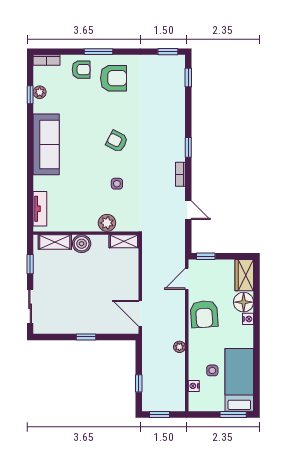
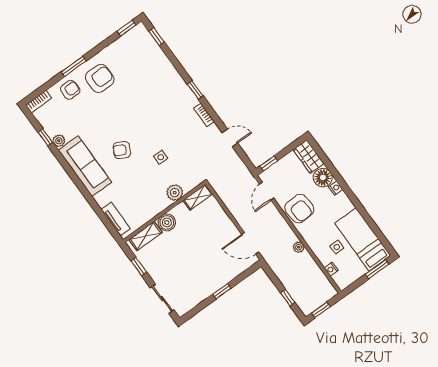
plant: (40, 92) -> (59, 141), moved
armchair: (117, 141) -> (122, 150), moved

